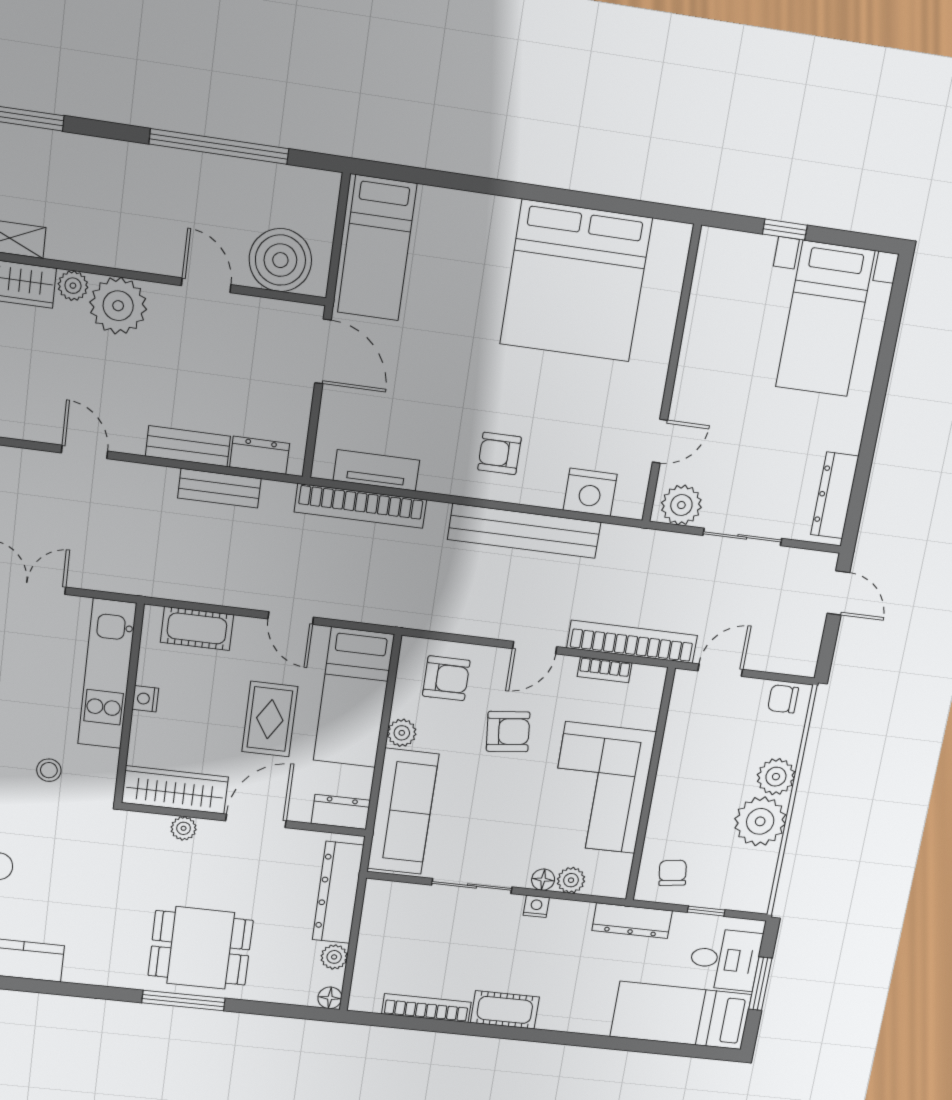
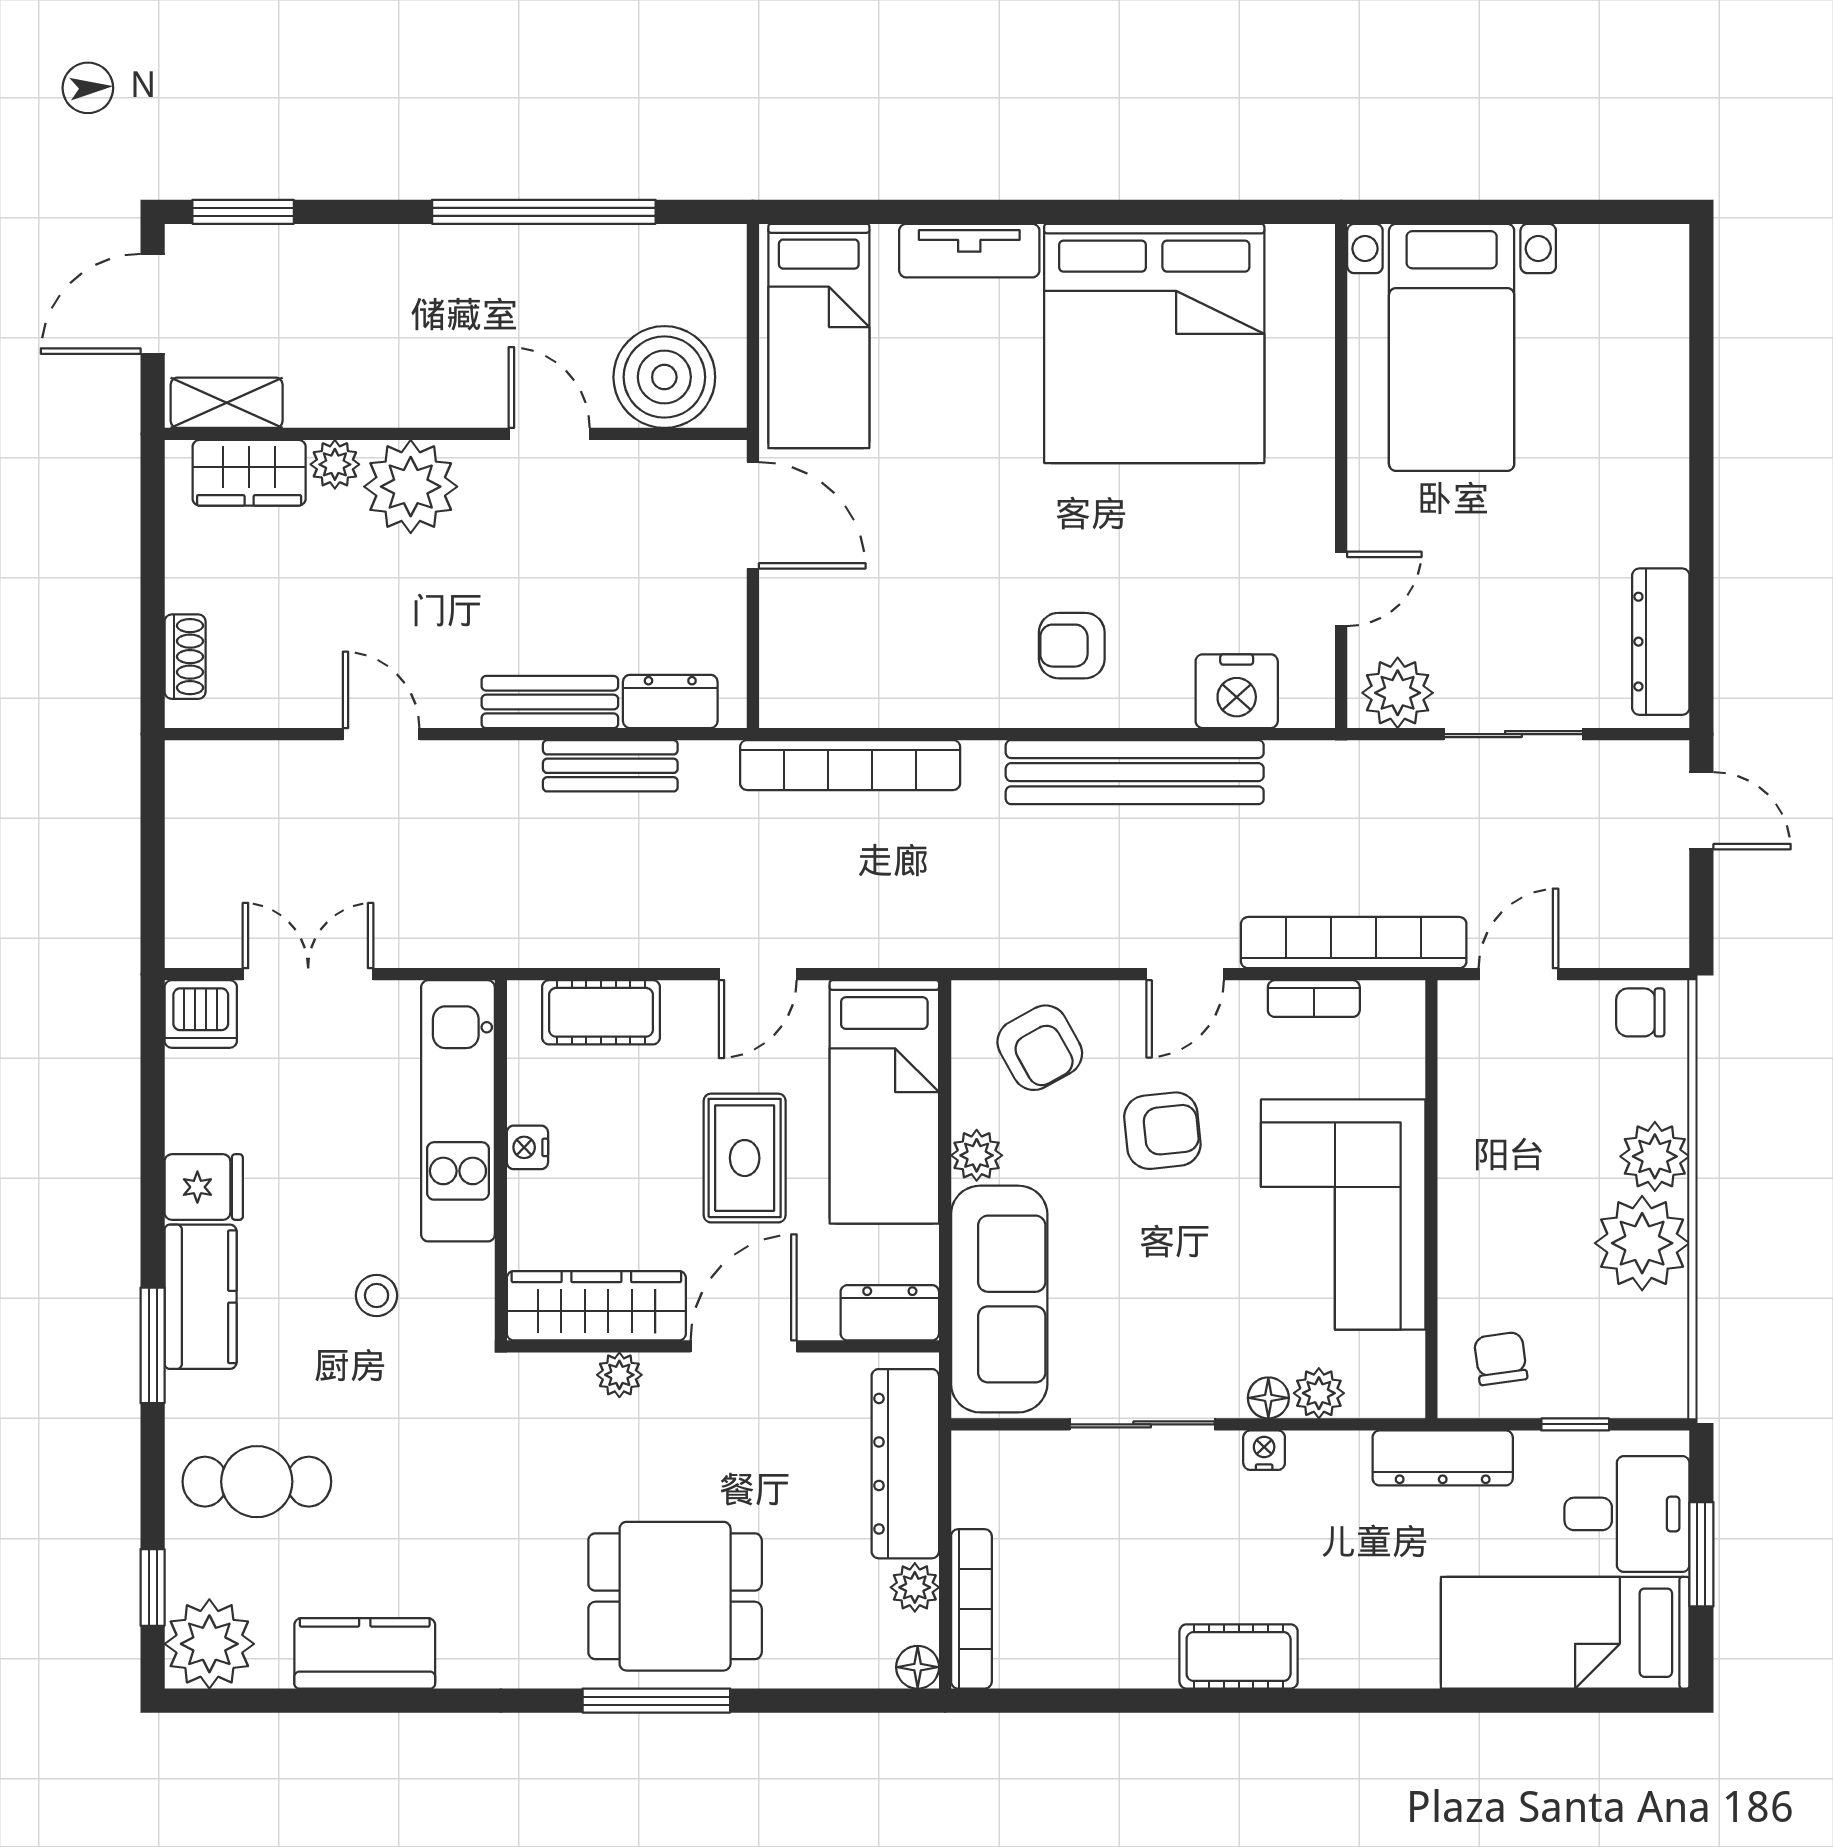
window: (785, 230) -> (1488, 212), removed
bed with nightstands: (825, 319) -> (1452, 347), moved
tv unit: (376, 470) -> (969, 251), moved, turned 180
door: (291, 618) -> (758, 974), hinge flipped
armchair: (446, 678) -> (1040, 1048), turned 61
bookcase: (426, 1008) -> (971, 1609), moved, turned 90

